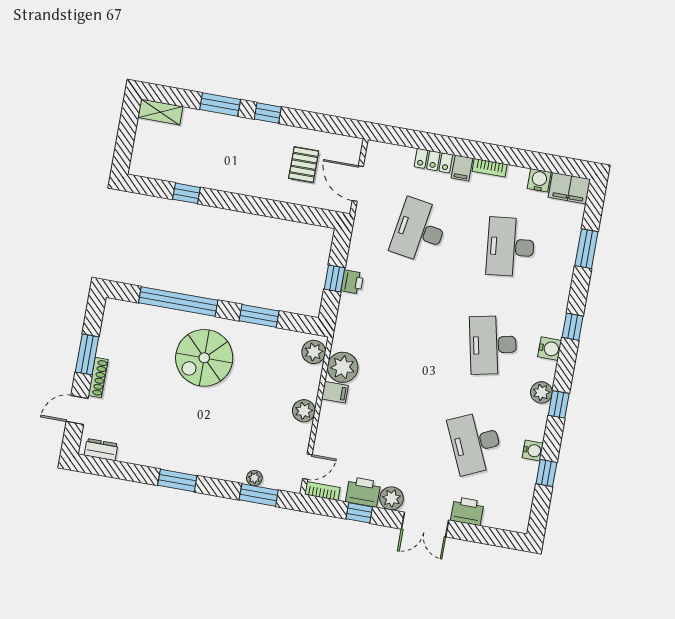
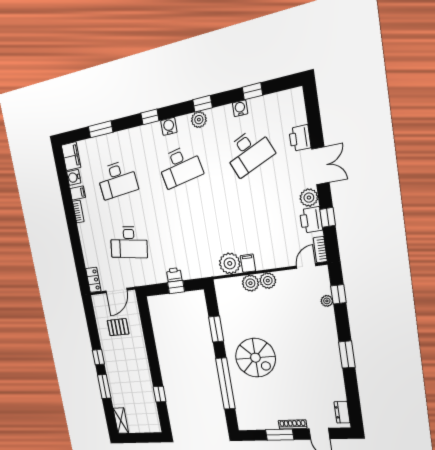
locker: (433, 161) -> (93, 280), moved
filing cabinet: (462, 168) -> (78, 193), moved
plant: (314, 352) -> (250, 283), moved
door: (307, 467) -> (306, 266), hinge flipped
window: (259, 495) -> (338, 294), width x0.67

